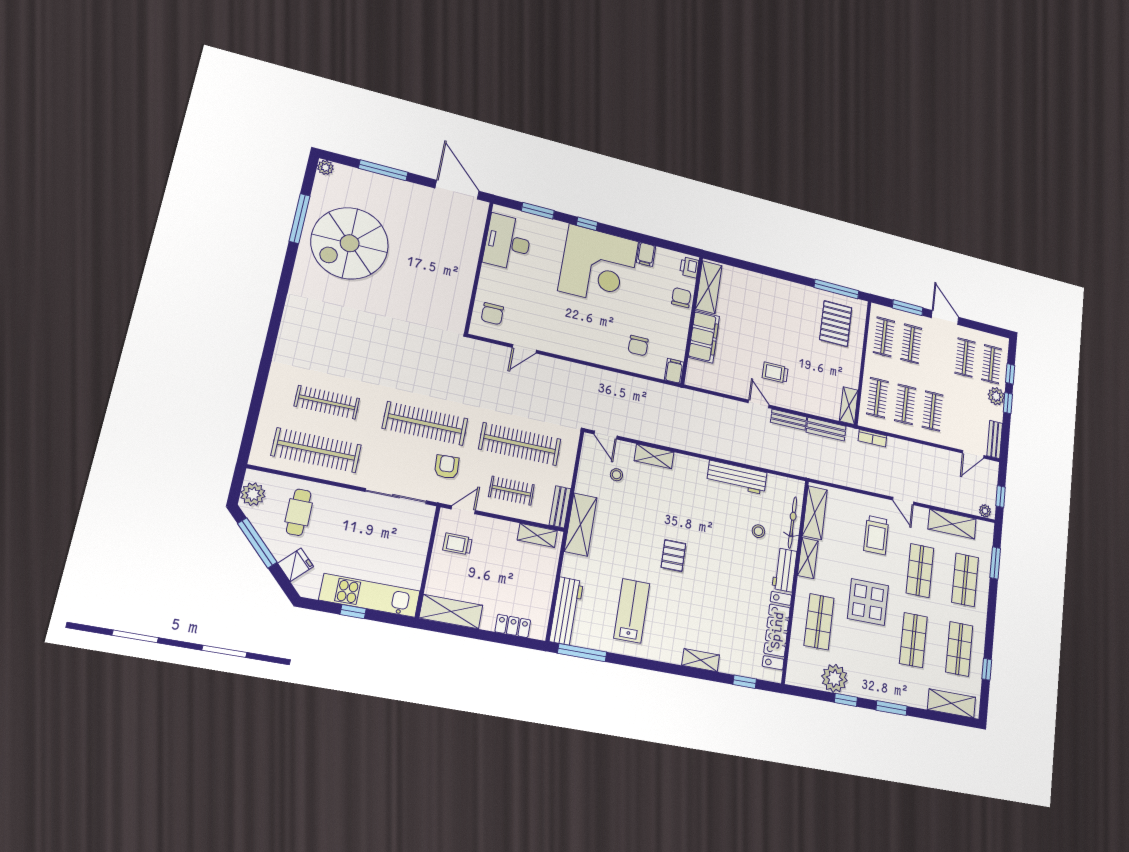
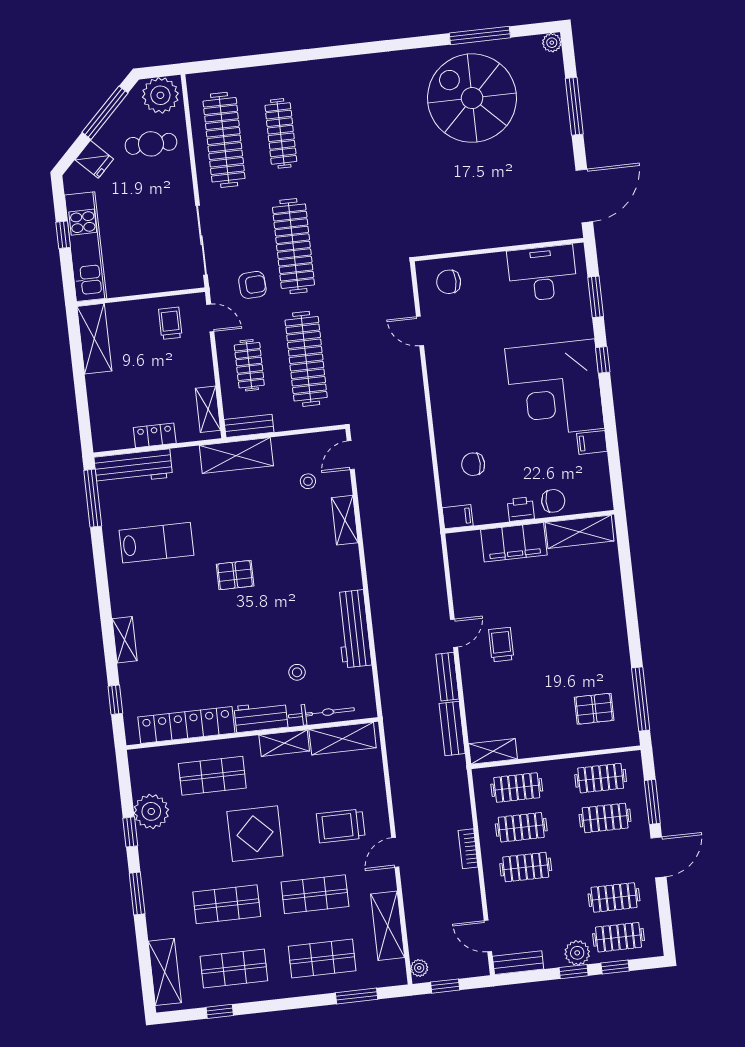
printer: (689, 267) -> (521, 509), moved
pallet: (836, 324) -> (594, 709), width x0.67, depth x0.71
bookcase: (872, 438) -> (468, 849), moved
plant: (253, 494) -> (160, 95), width x1.36, depth x1.36
locker: (513, 626) -> (155, 435), moved, turned -90

